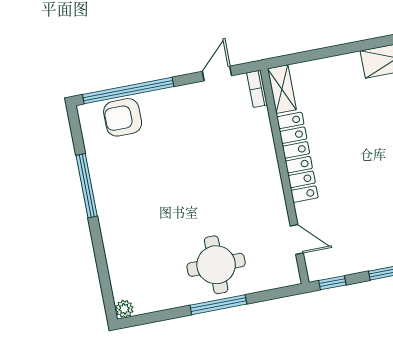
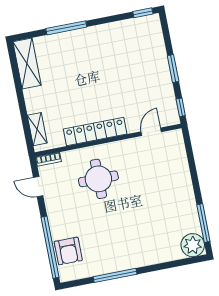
shelving: (282, 89) -> (37, 129), moved, turned 90
round table: (216, 265) -> (98, 179), moved
window: (218, 305) -> (203, 223), moved
plant: (124, 309) -> (193, 245), width x1.88, depth x1.88

